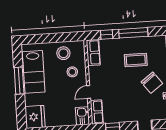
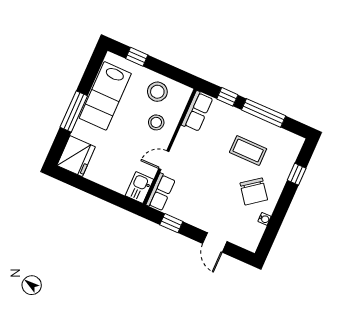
window: (40, 39) -> (137, 57), added
window: (19, 81) -> (74, 112), moved

